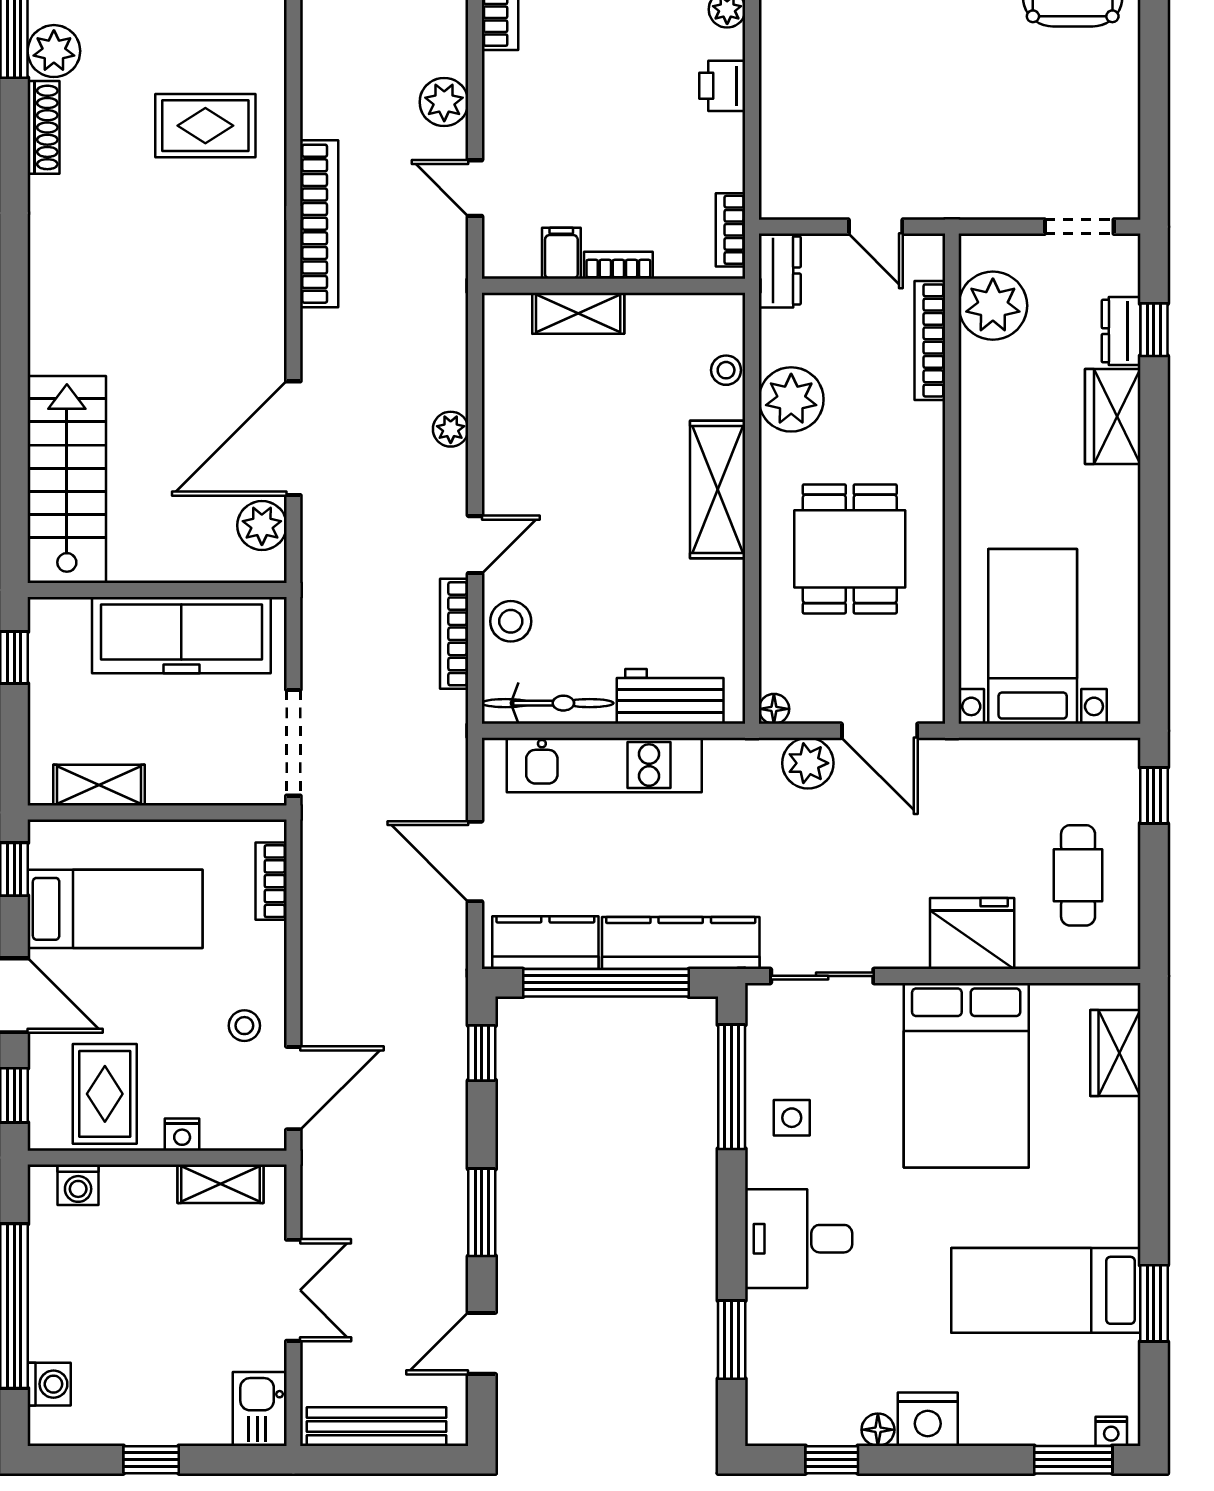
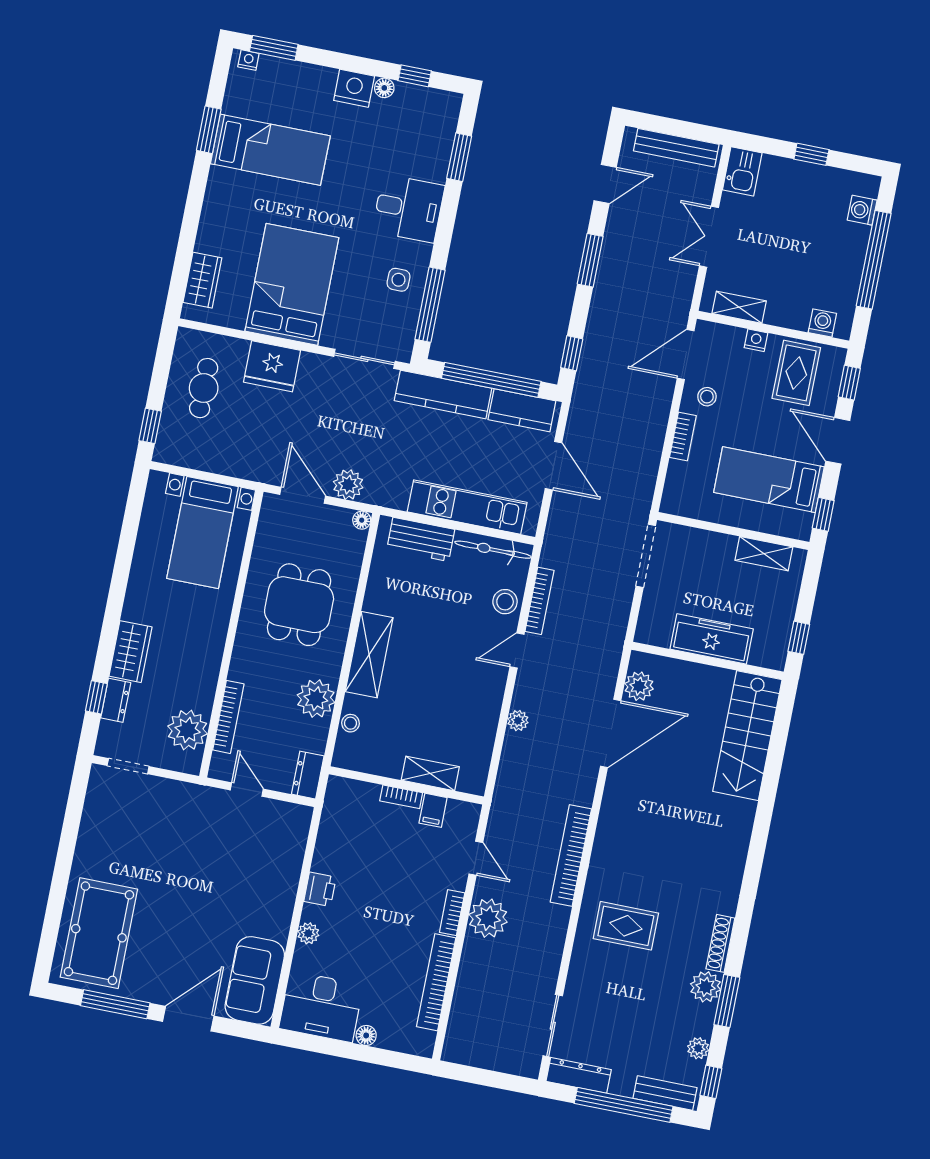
plant: (444, 102) -> (488, 918), width x1.36, depth x1.36
bookcase: (731, 230) -> (452, 913), moved, turned 180
freezer: (181, 635) -> (712, 639), width x0.73, depth x0.79
bookcase: (271, 881) -> (683, 436), moved

